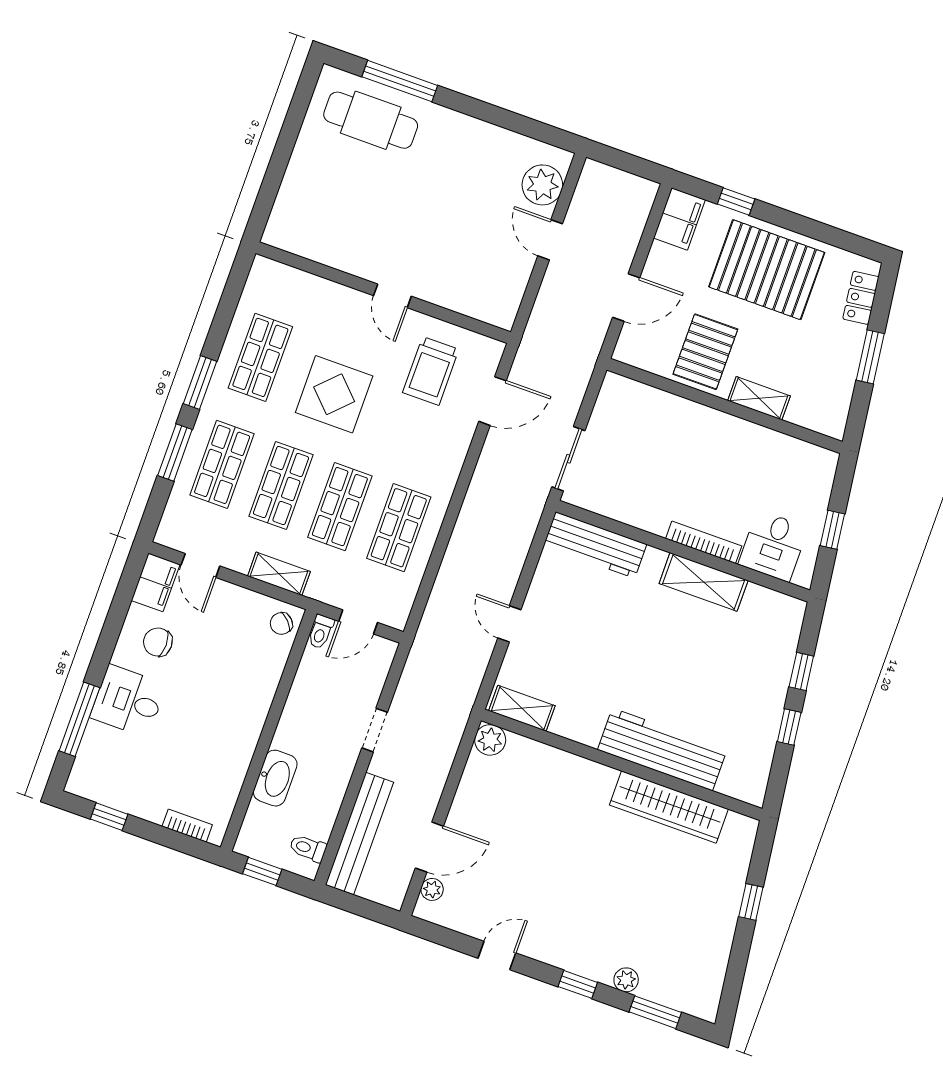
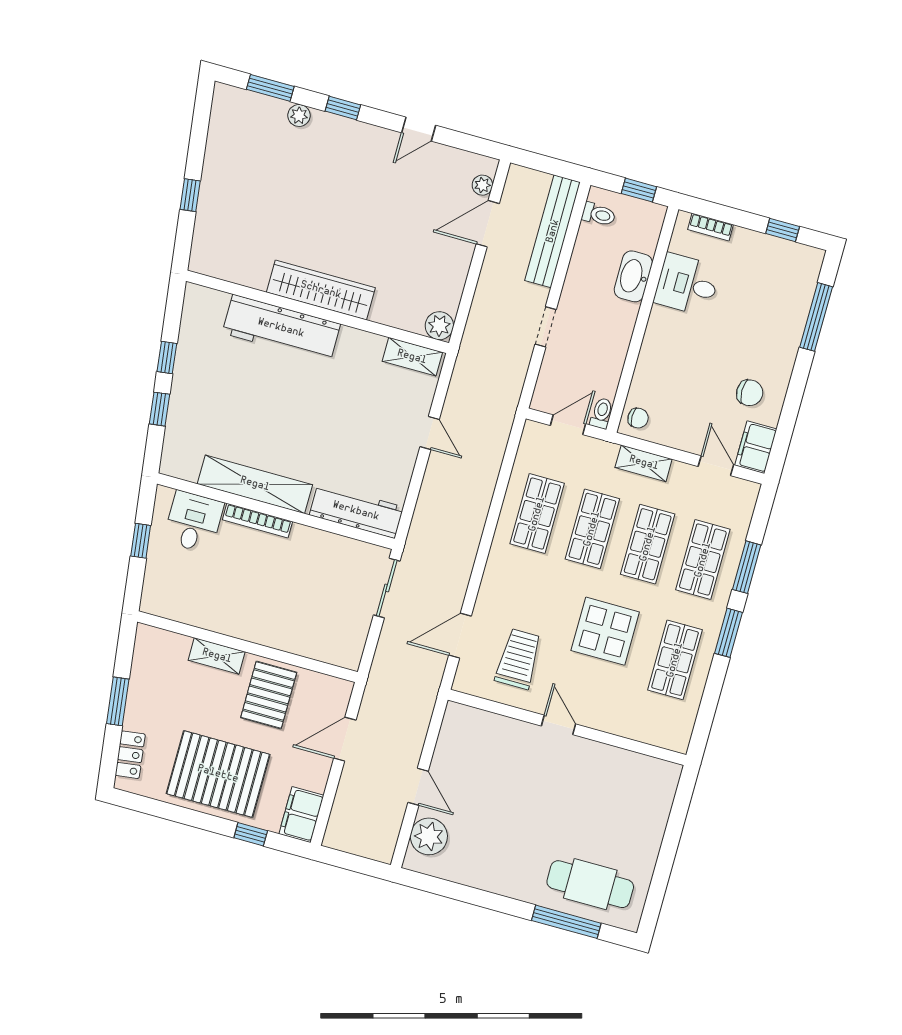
shelving: (704, 582) -> (255, 484), width x1.47
chair: (281, 623) -> (638, 418), turned 44
desk: (128, 701) -> (687, 285), moved, turned 180
wardrobe: (669, 807) -> (321, 290), moved

